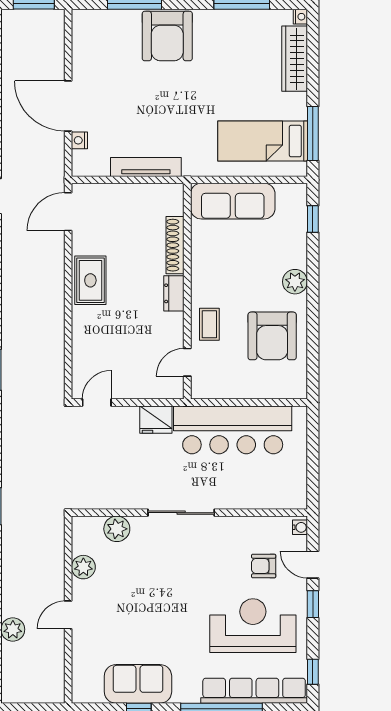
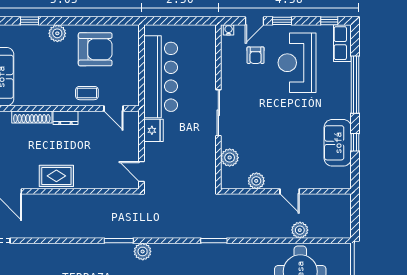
window: (313, 219) -> (30, 21), moved
row of seats: (254, 691) -> (342, 43), width x0.50

